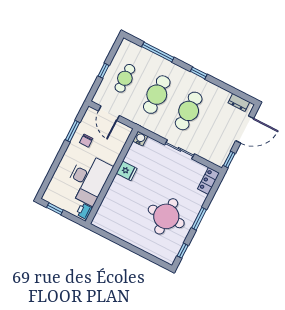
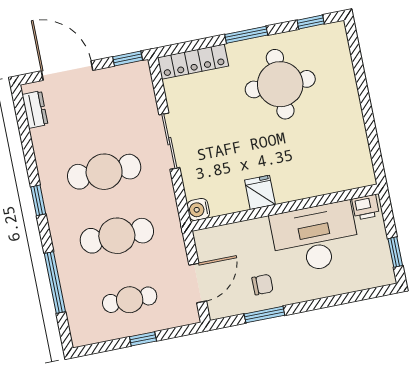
locker: (209, 181) -> (193, 62), width x1.53

